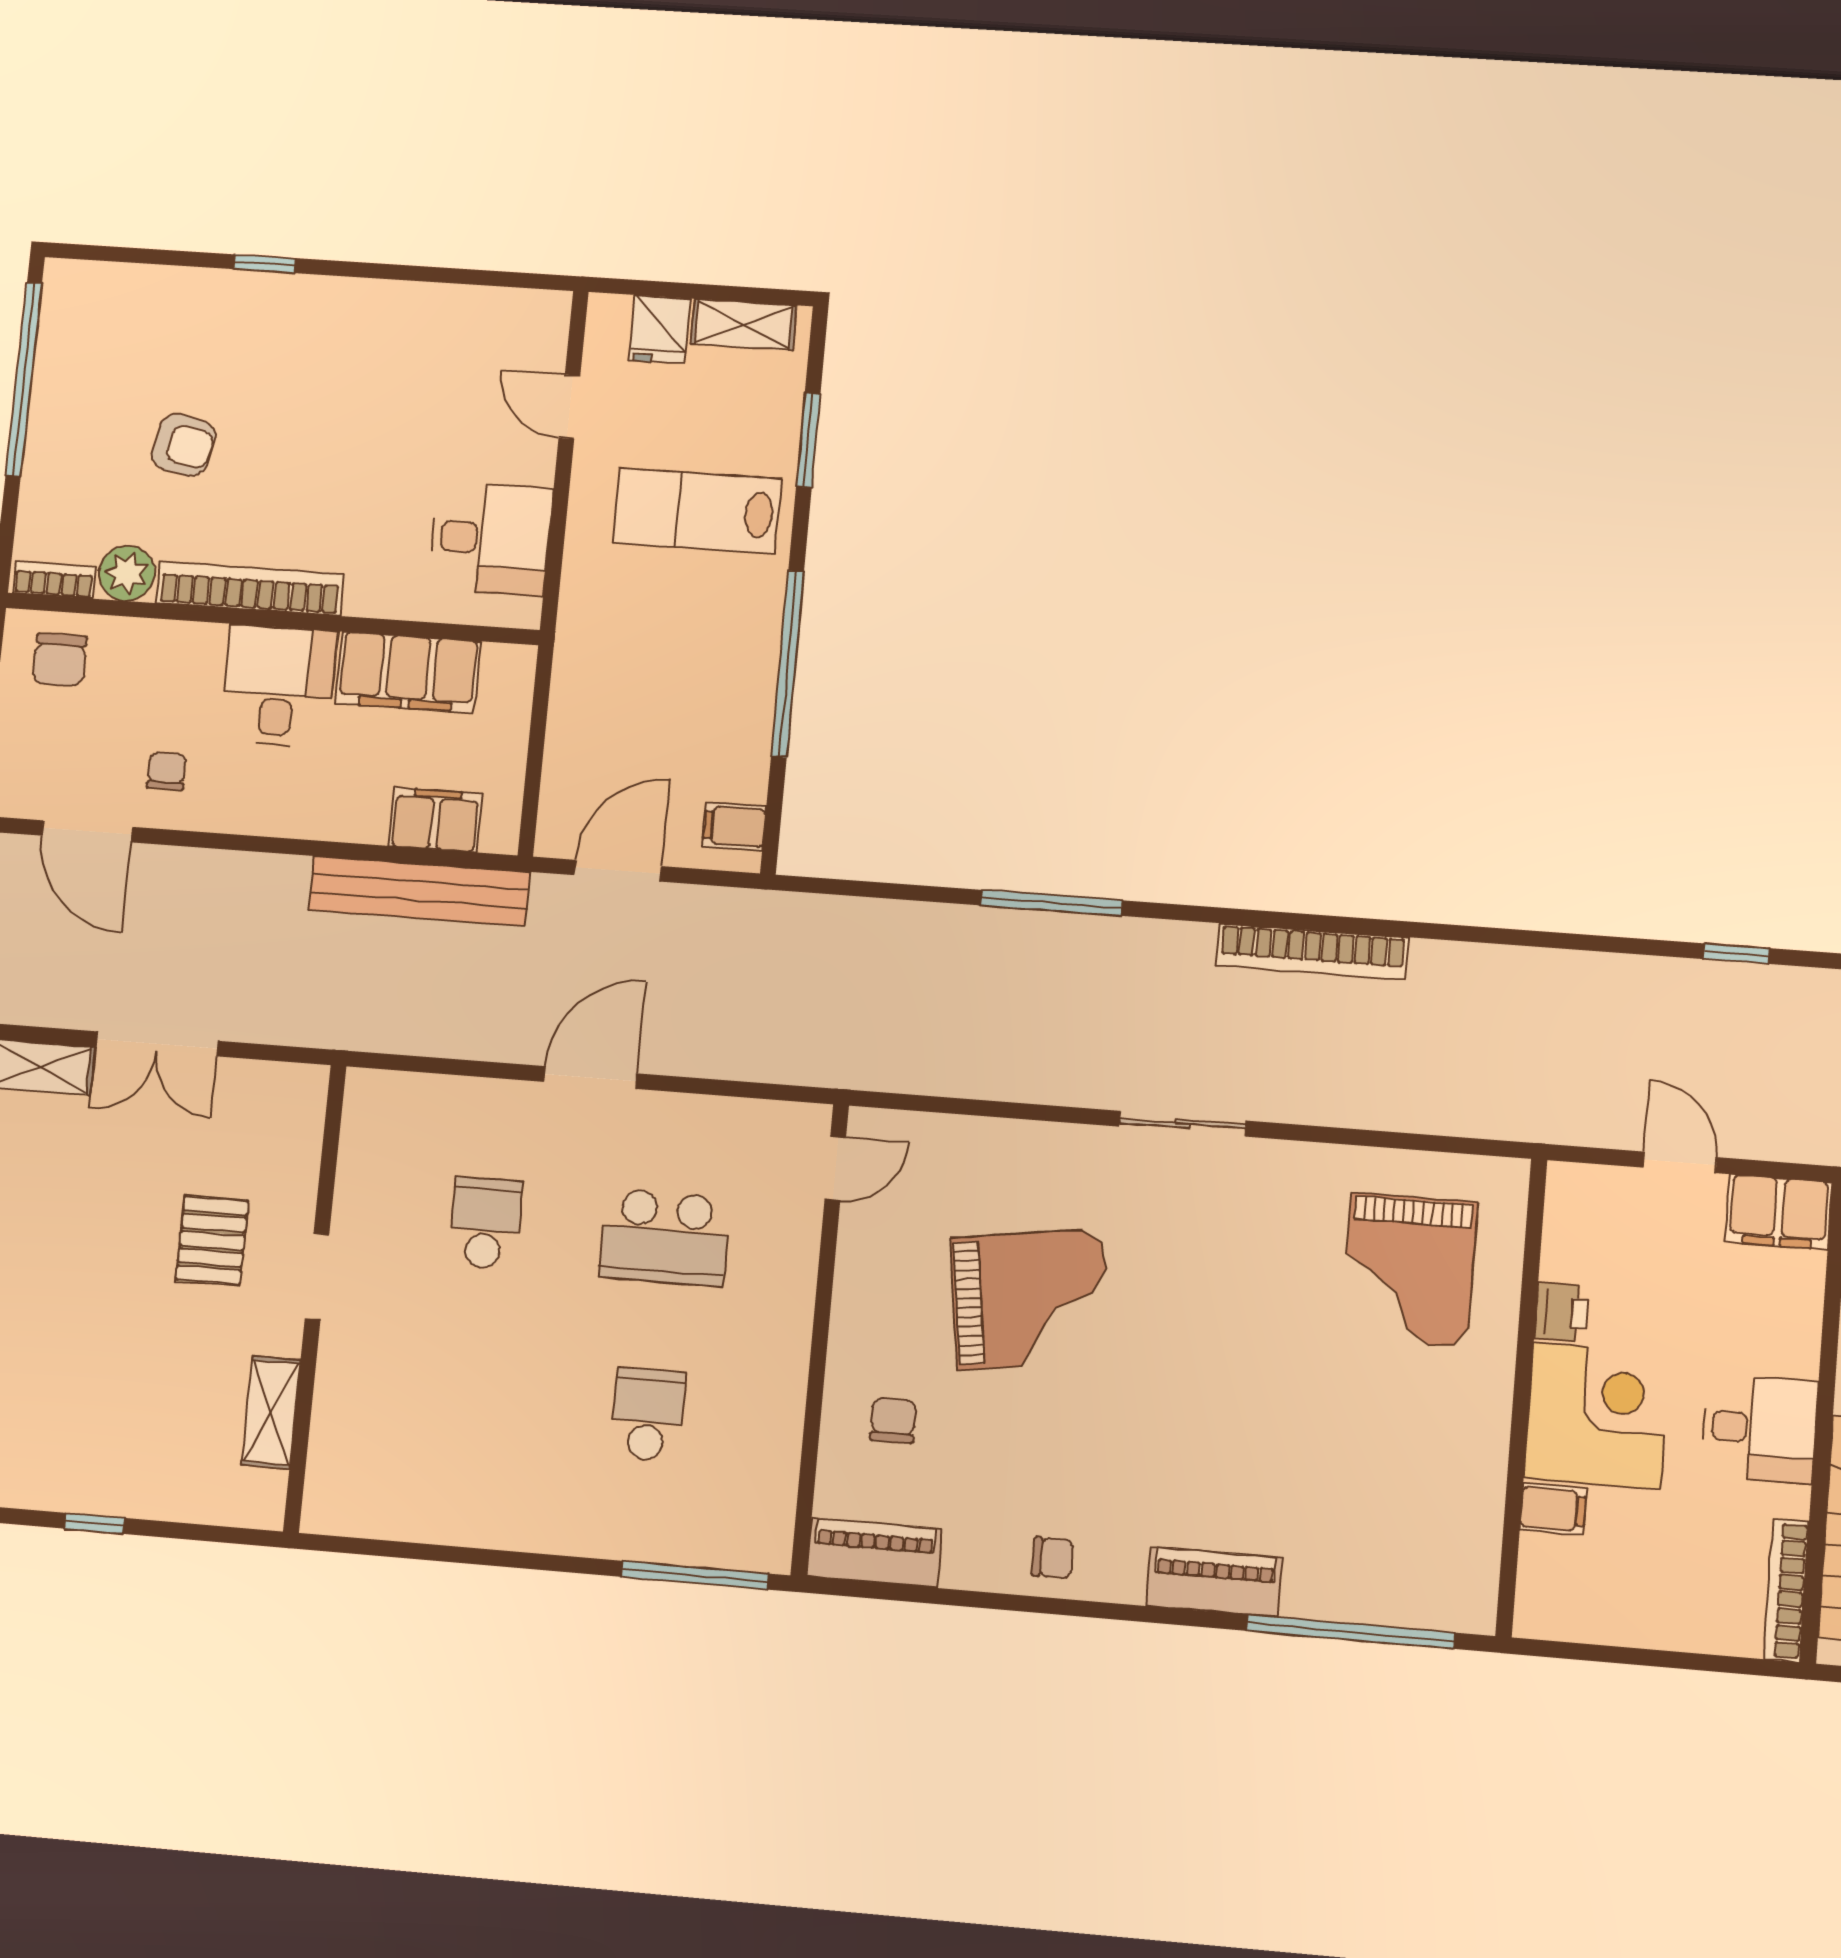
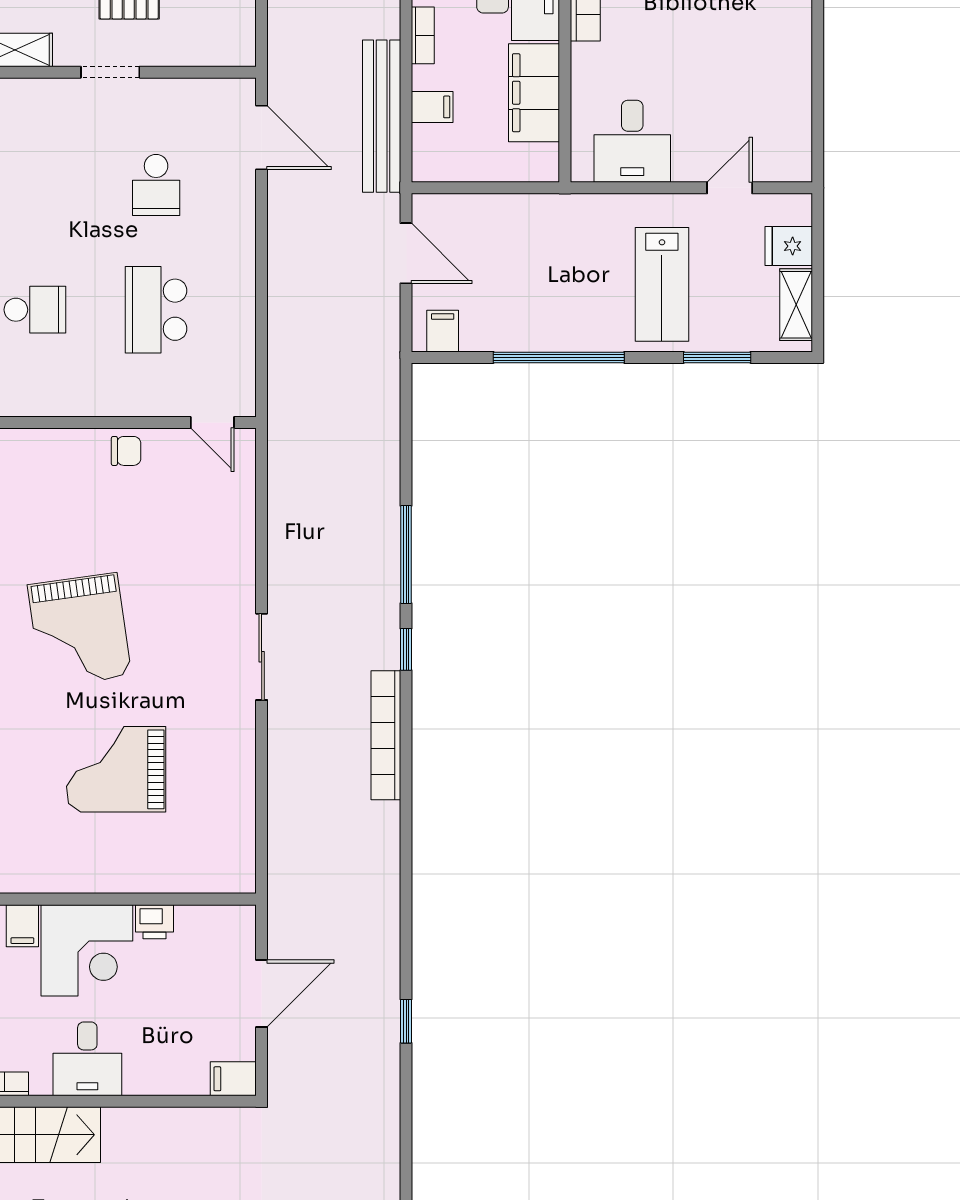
lab bench: (697, 511) -> (662, 284), turned 180
filing cabinet: (436, 820) -> (432, 107), width x0.50
bookcase: (311, 824) -> (423, 35), added
window: (1189, 913) -> (406, 649), added
door: (590, 1078) -> (262, 137), moved
door: (1680, 1162) -> (262, 993), width x1.38
filing cabinet: (1779, 1212) -> (233, 1079), width x0.50
school desk: (485, 1223) -> (156, 185), turned 90
grand piano: (1409, 1270) -> (116, 769), moved
grand piano: (1030, 1299) -> (79, 630), moved
chair: (893, 1420) -> (126, 451), moved

